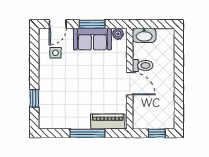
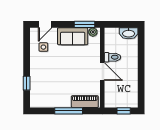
window: (92, 24) -> (85, 24), moved
washbasin: (144, 35) -> (129, 33), moved

